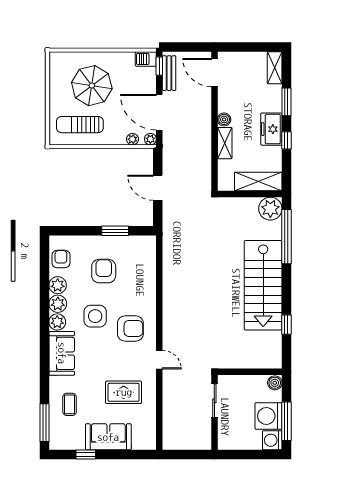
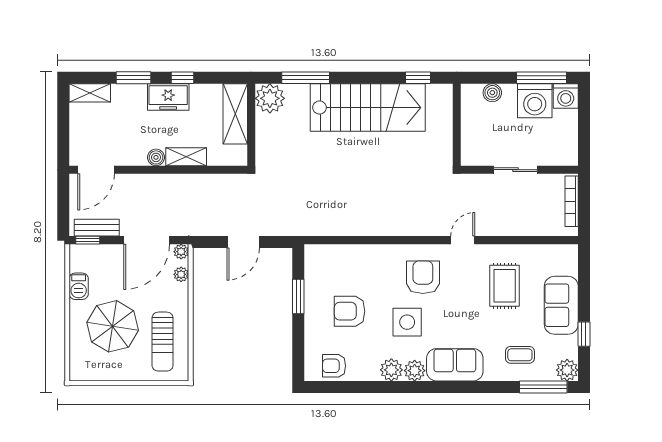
barbecue: (146, 59) -> (79, 286), moved
window: (286, 237) -> (306, 78), width x0.68
plant: (58, 285) -> (567, 370), moved
wall: (250, 372) -> (457, 125), moved
bookcase: (190, 445) -> (572, 201), added

